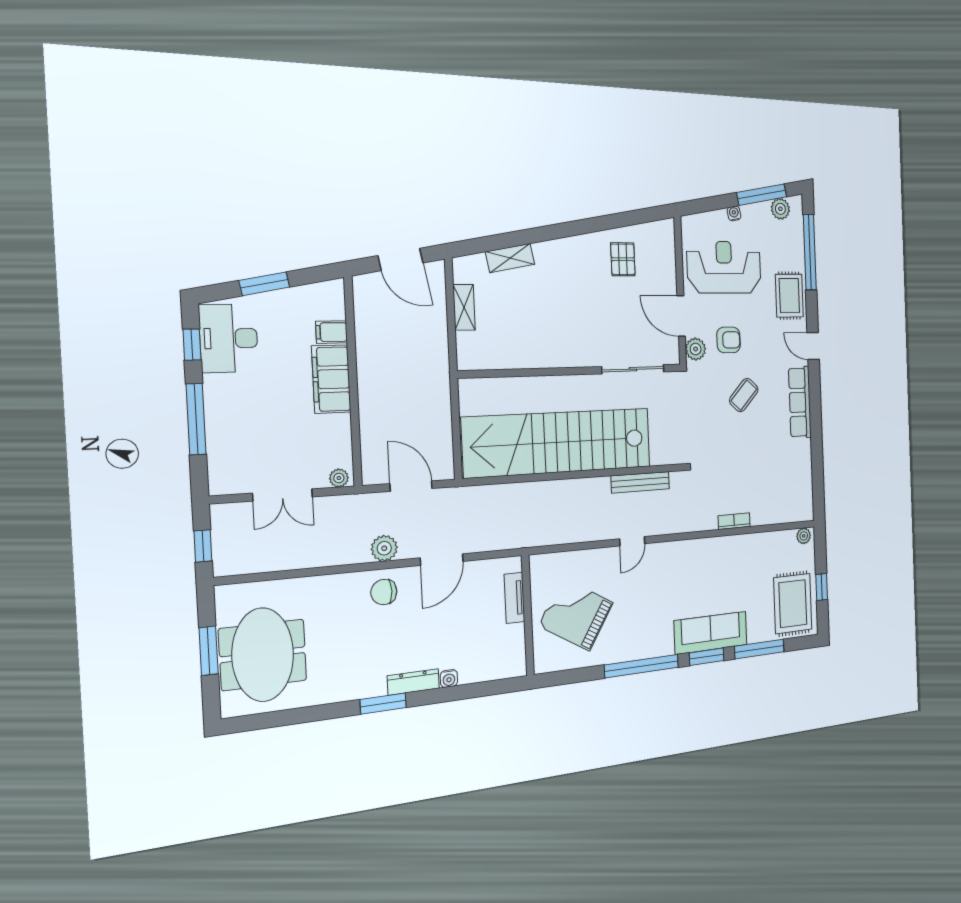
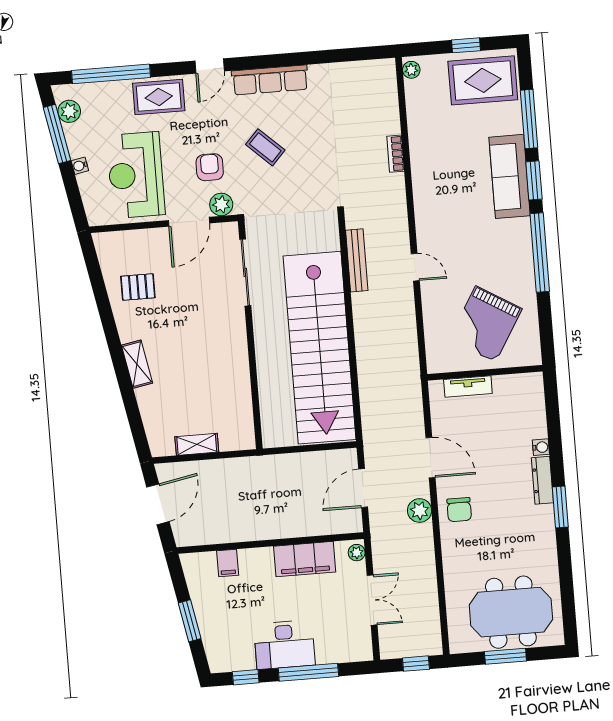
shelving: (510, 258) -> (137, 364), moved
desk: (229, 338) -> (284, 645), moved
filing cabinet: (331, 379) -> (305, 559), moved

